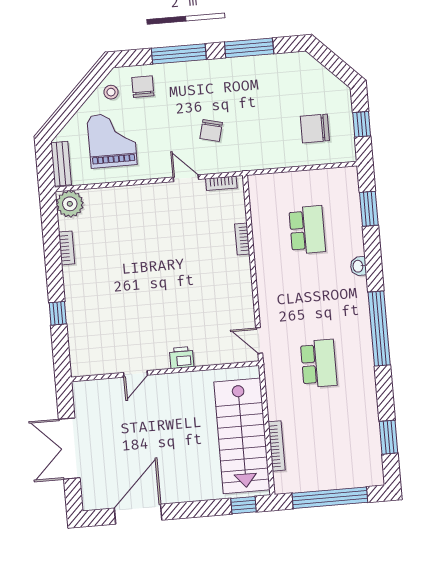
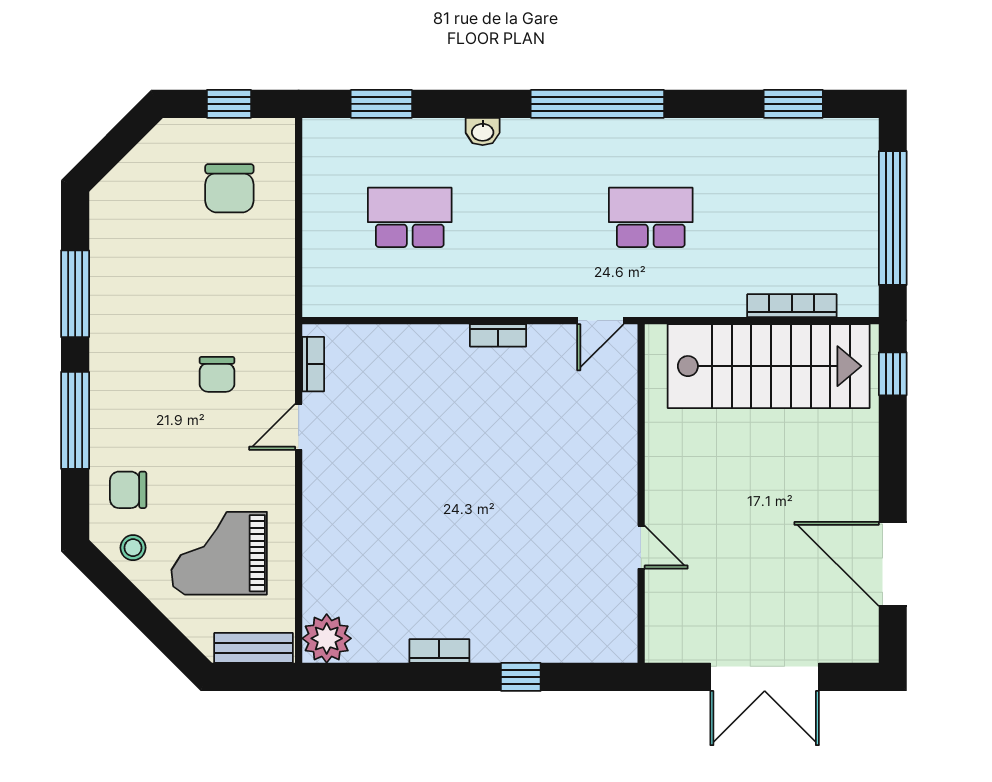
chair: (211, 130) -> (217, 374), turned 76
bookcase: (242, 239) -> (498, 335), moved
bookcase: (67, 248) -> (439, 651), moved
printer: (182, 358) -> (619, 462), removed

